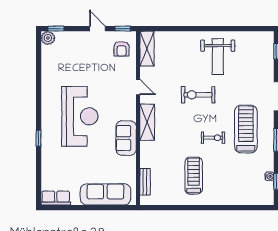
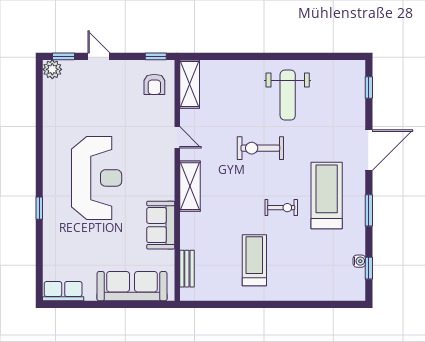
door: (97, 29) -> (99, 56), moved
sofa: (126, 138) -> (161, 225), moved

